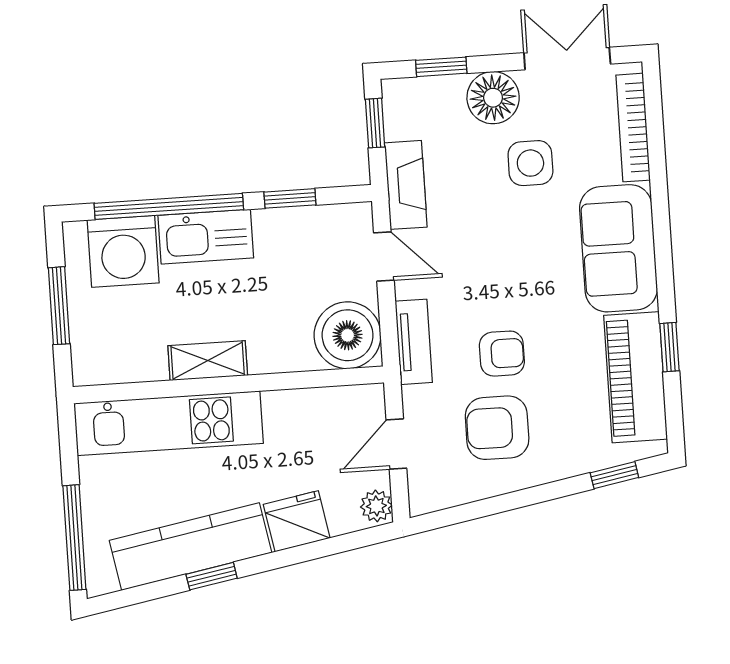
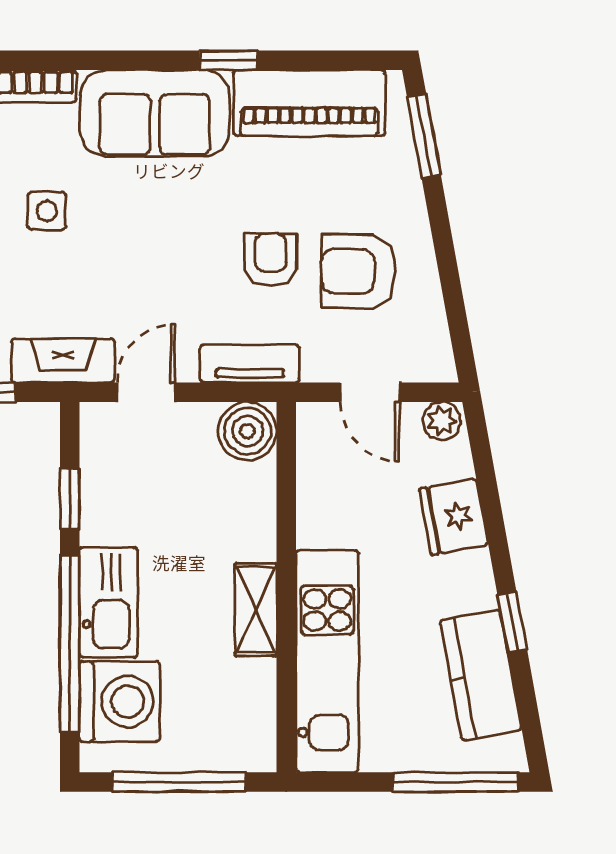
side table: (530, 163) -> (47, 211), width x0.73, depth x0.73
window: (59, 306) -> (179, 782), width x1.44
boiler: (348, 335) -> (247, 431), width x0.73, depth x0.73
window: (670, 347) -> (229, 60), moved
armchair: (497, 428) -> (358, 271), turned 91
window: (614, 475) -> (424, 136), width x1.50
kitchen counter: (191, 547) -> (481, 675), width x0.67

